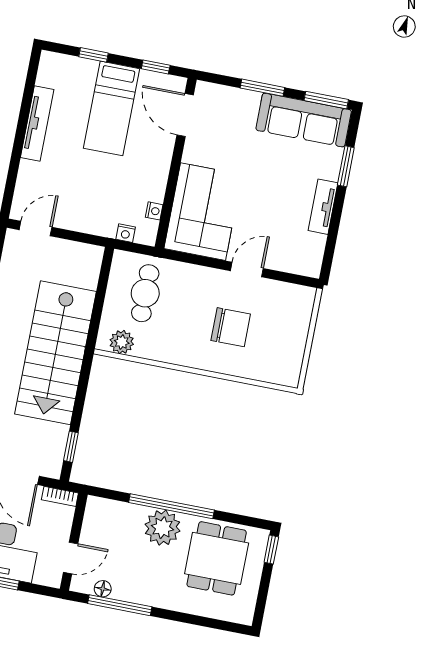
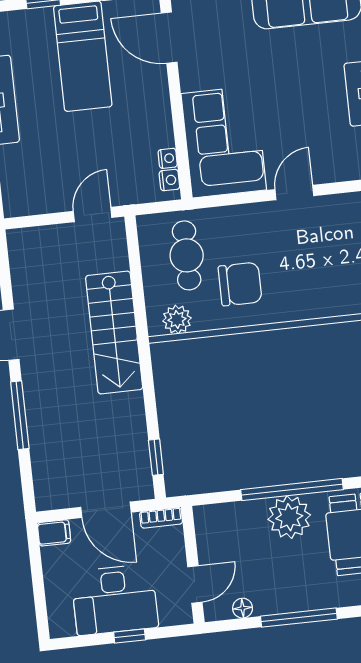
door: (36, 229) -> (93, 214), moved
nightstand: (126, 233) -> (169, 180), moved, turned -90
chair: (231, 327) -> (240, 284), moved
stairs: (56, 353) -> (114, 332), width x0.73, depth x0.66
window: (120, 605) -> (299, 618), moved

